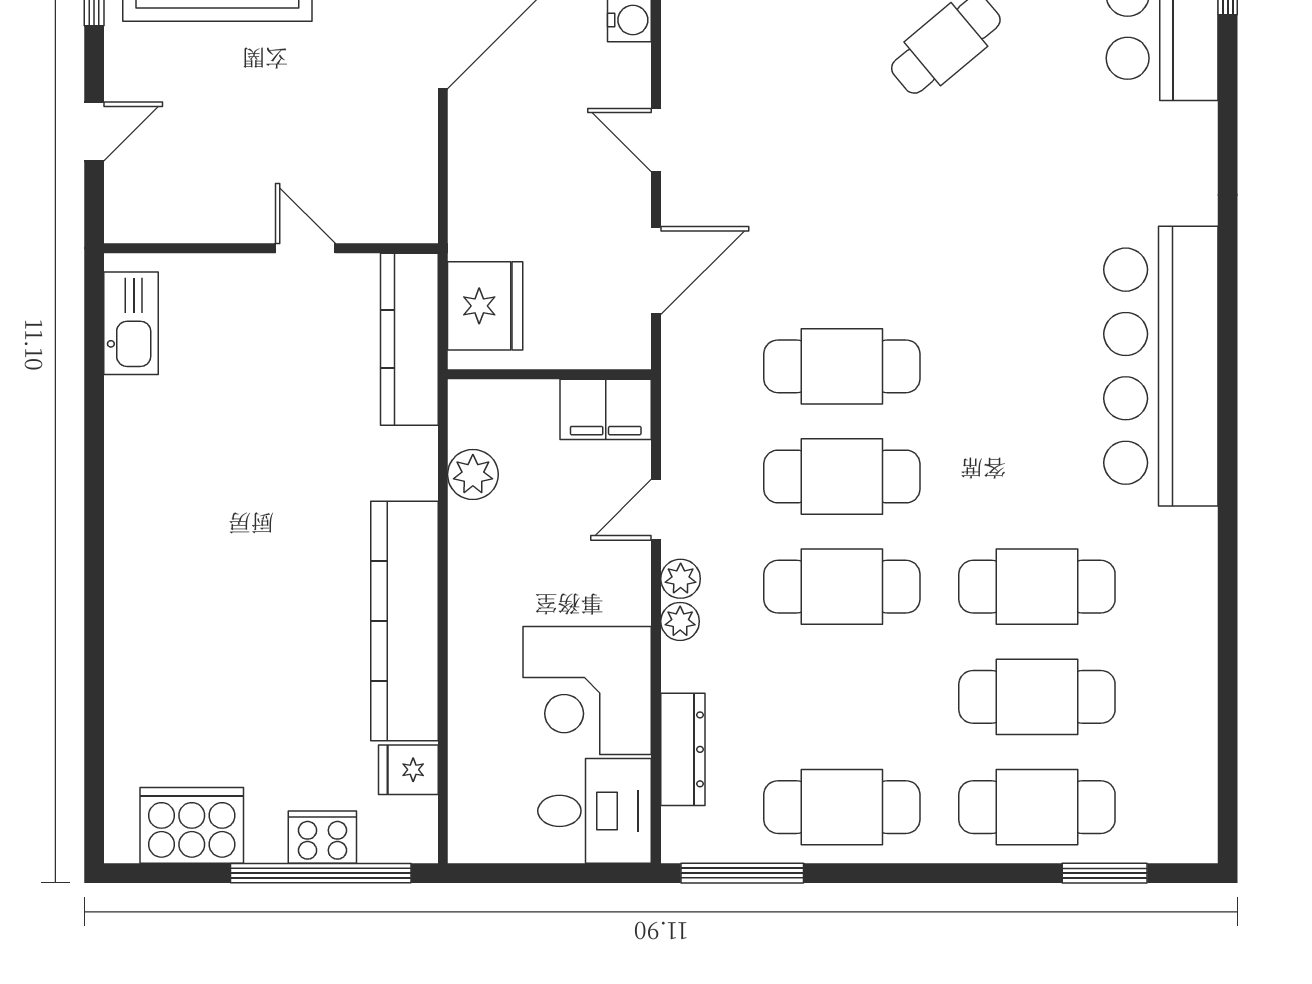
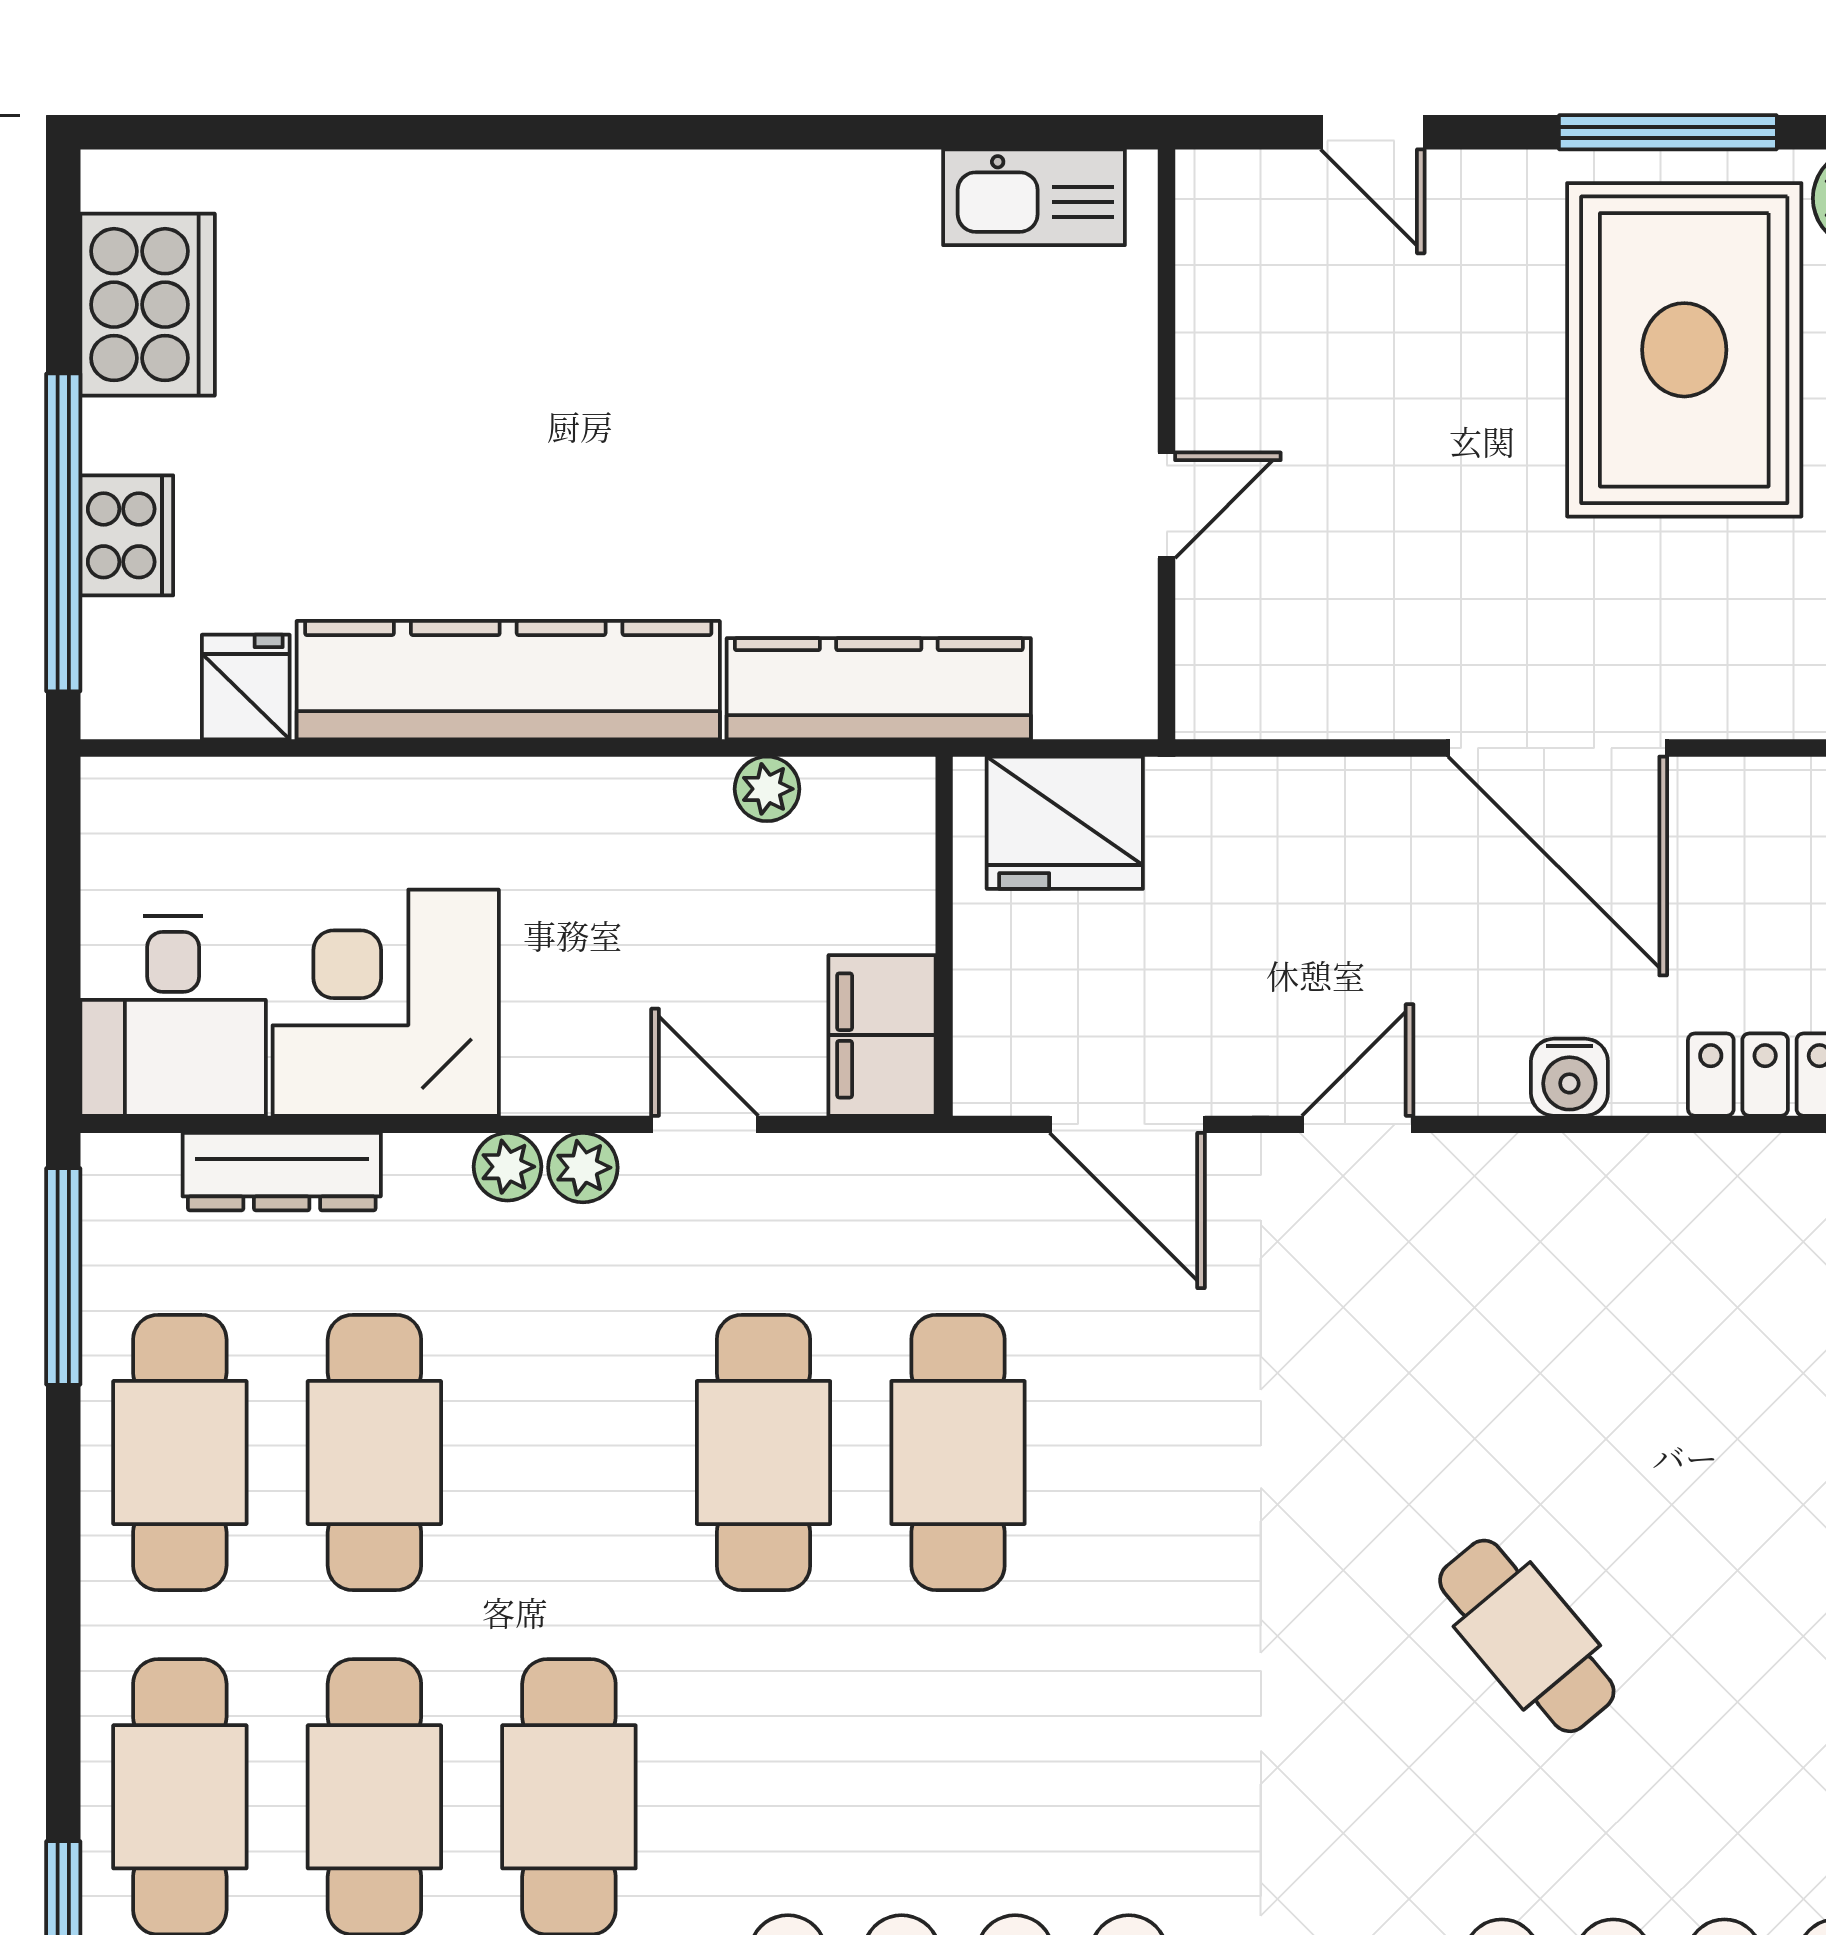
kitchen counter: (409, 339) -> (879, 689), moved
plant: (473, 474) -> (767, 789), width x0.73, depth x0.73
cafe table: (842, 587) -> (374, 1452), moved

